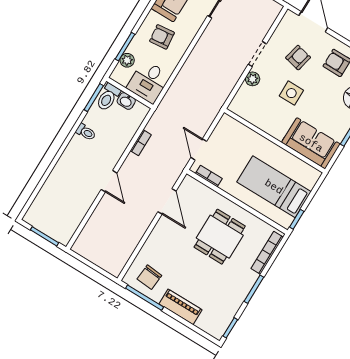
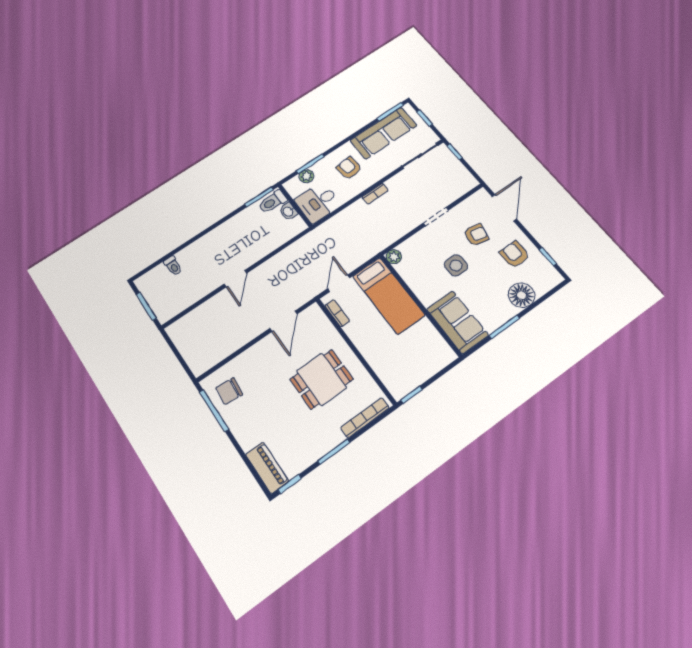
plant: (253, 79) -> (394, 257), moved
toilet: (86, 132) -> (173, 266), moved
bookcase: (141, 143) -> (375, 194), moved
bed: (274, 187) -> (389, 296), moved, turned 180
piano: (181, 307) -> (267, 468), moved

